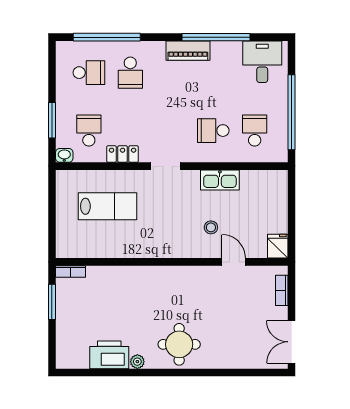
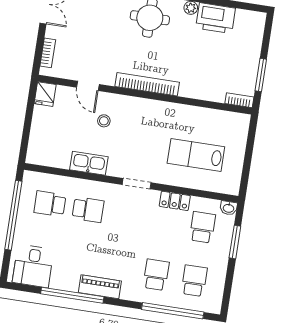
school desk: (89, 73) -> (194, 281), turned 90
school desk: (89, 131) -> (202, 227), turned 180
school desk: (255, 131) -> (50, 204), turned 90
bookcase: (171, 273) -> (147, 84), added

